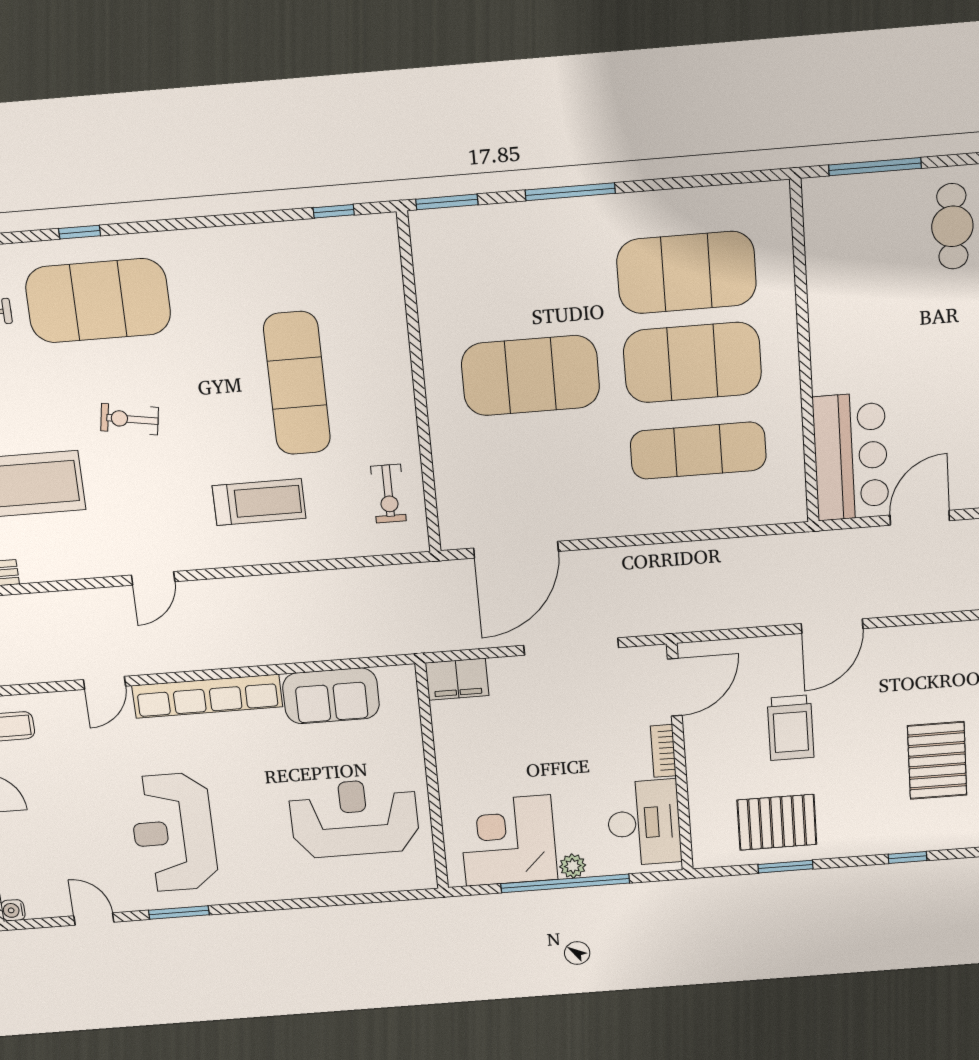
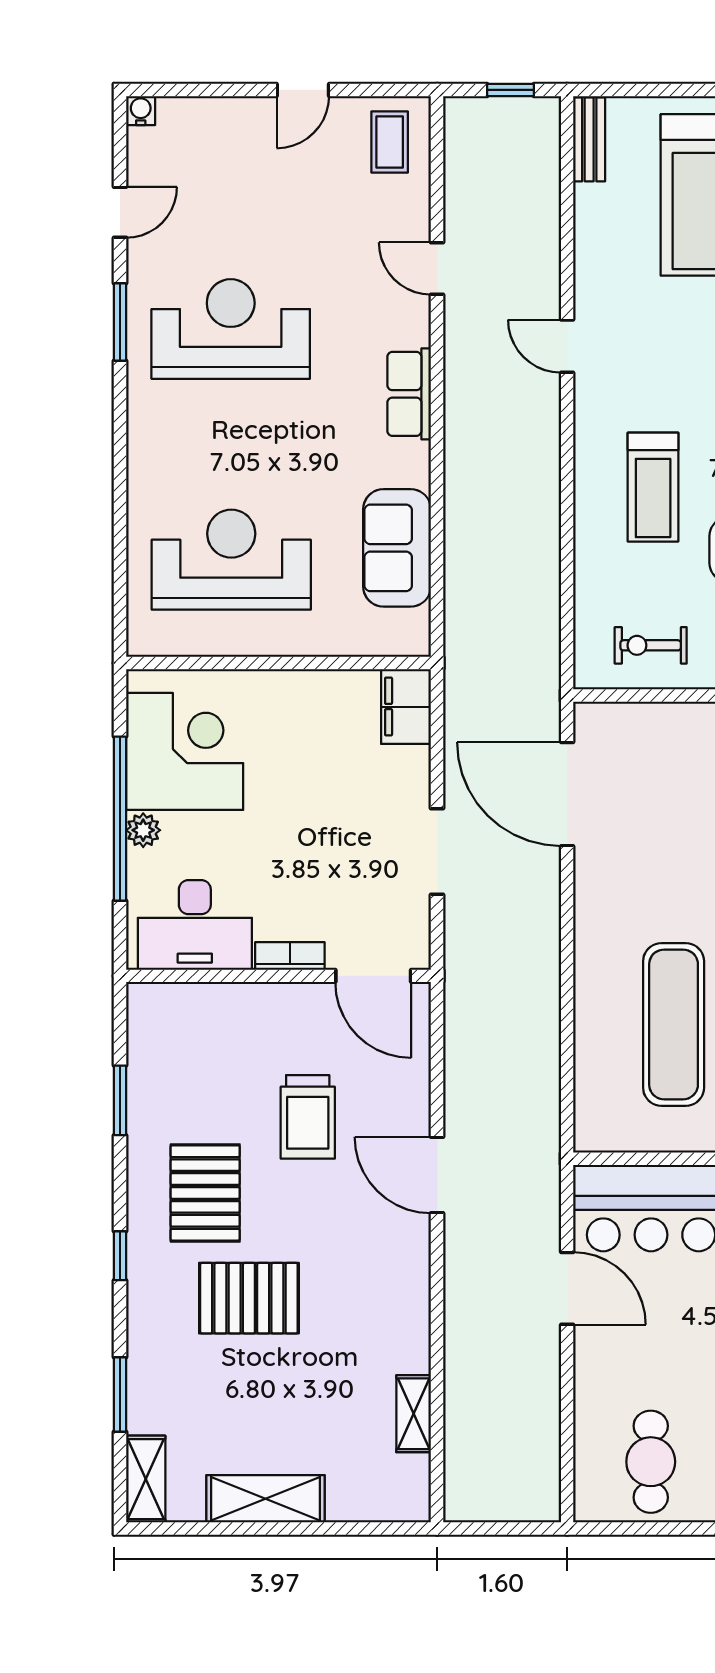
doorway: (571, 646) -> (437, 852), width x0.73
row of seats: (207, 696) -> (409, 394), width x0.50
trolley: (791, 728) -> (308, 1117), turned -90
reception desk: (354, 818) -> (231, 560), turned -90
pallet: (777, 822) -> (205, 1193), moved

